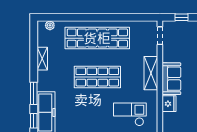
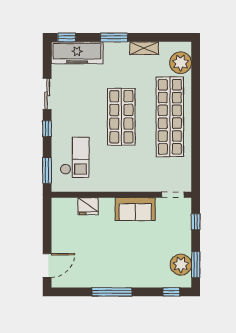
plant: (50, 25) -> (181, 63), width x1.88, depth x1.88
shelving: (151, 73) -> (126, 183), removed
sofa: (171, 79) -> (135, 209), moved
window: (34, 93) -> (114, 37), moved

